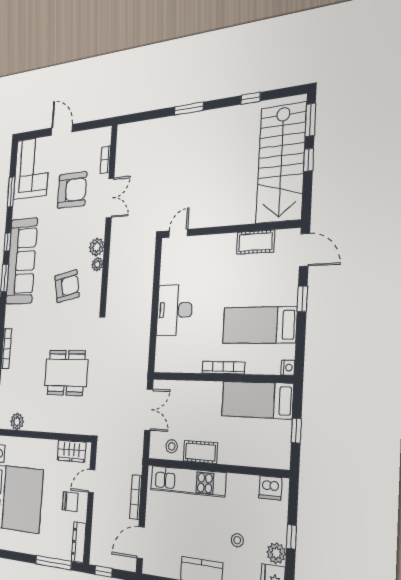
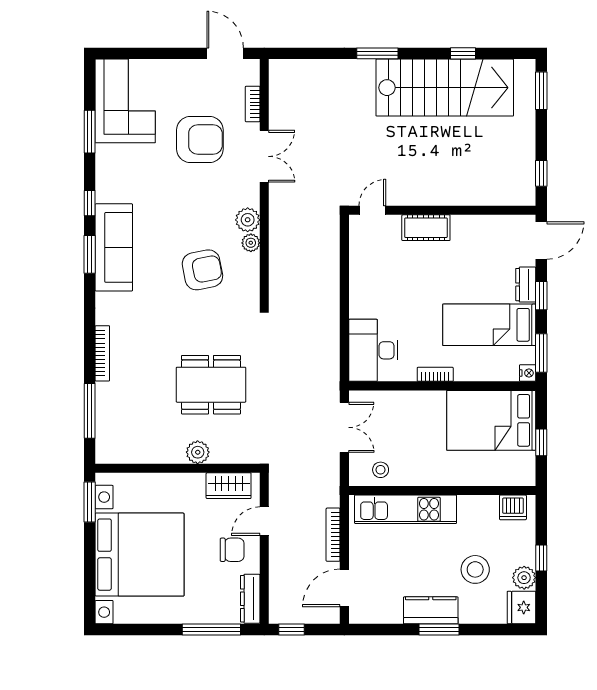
door: (62, 130) -> (225, 53), moved
window: (309, 160) -> (541, 173), moved
stairs: (281, 163) -> (445, 88), moved, turned -90
cot: (255, 242) -> (426, 228), moved
door: (304, 250) -> (541, 240), hinge flipped
sofa: (22, 261) -> (114, 247), width x0.74, depth x0.79
dresser: (290, 289) -> (526, 285), added
desk: (174, 310) -> (373, 350), moved
window: (300, 350) -> (541, 353), added
bookcase: (223, 368) -> (435, 374), width x0.64
bed: (257, 400) -> (491, 420), width x1.50
plant: (17, 422) -> (198, 452), moved
cot: (200, 452) -> (421, 474), removed
stool: (237, 540) -> (475, 569), width x1.89, depth x1.89

